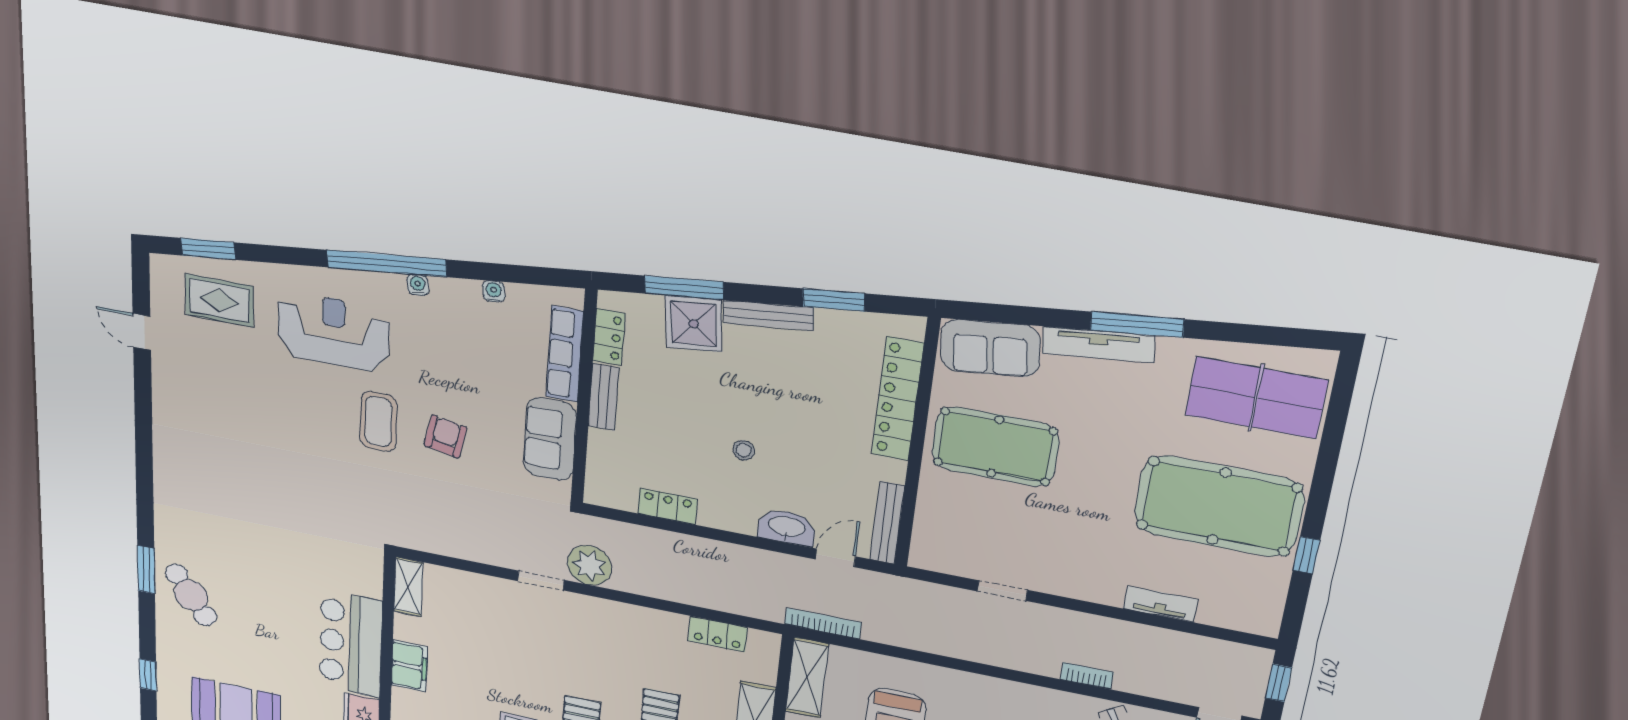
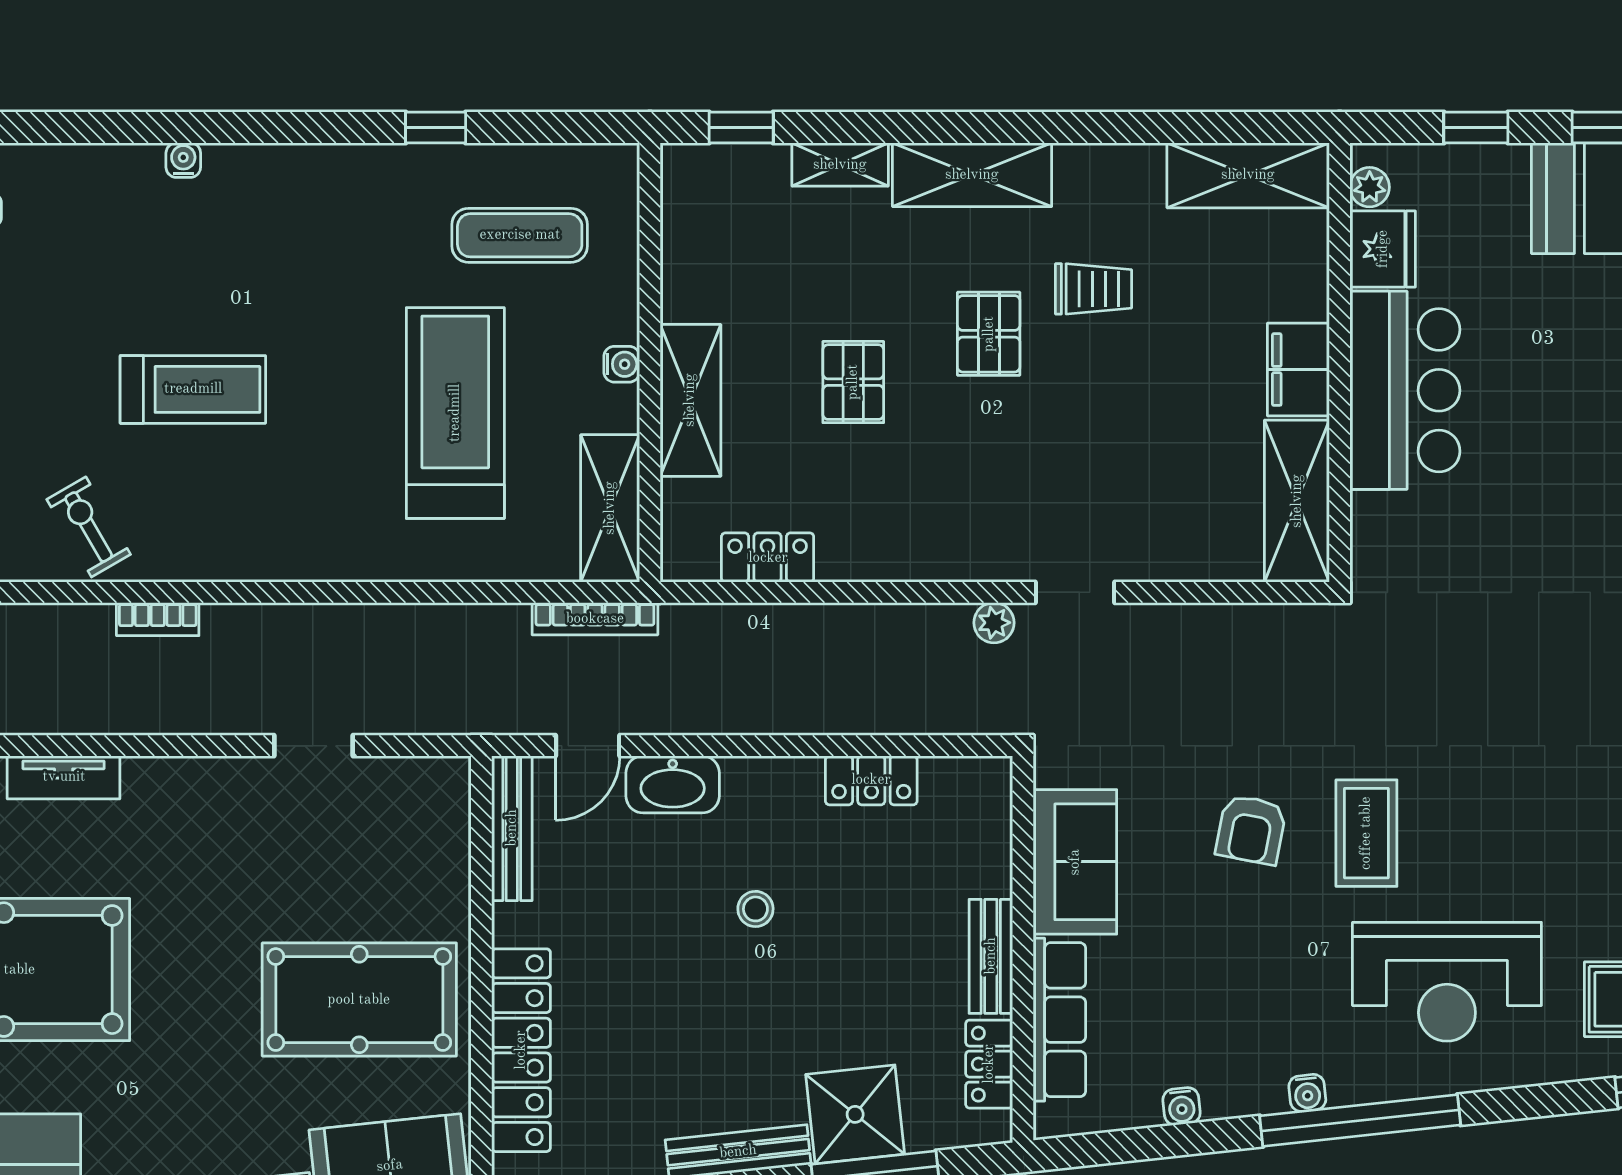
plant: (589, 565) -> (994, 623), width x0.53, depth x0.53
shelving: (408, 587) -> (1297, 501), width x1.50, depth x1.33

